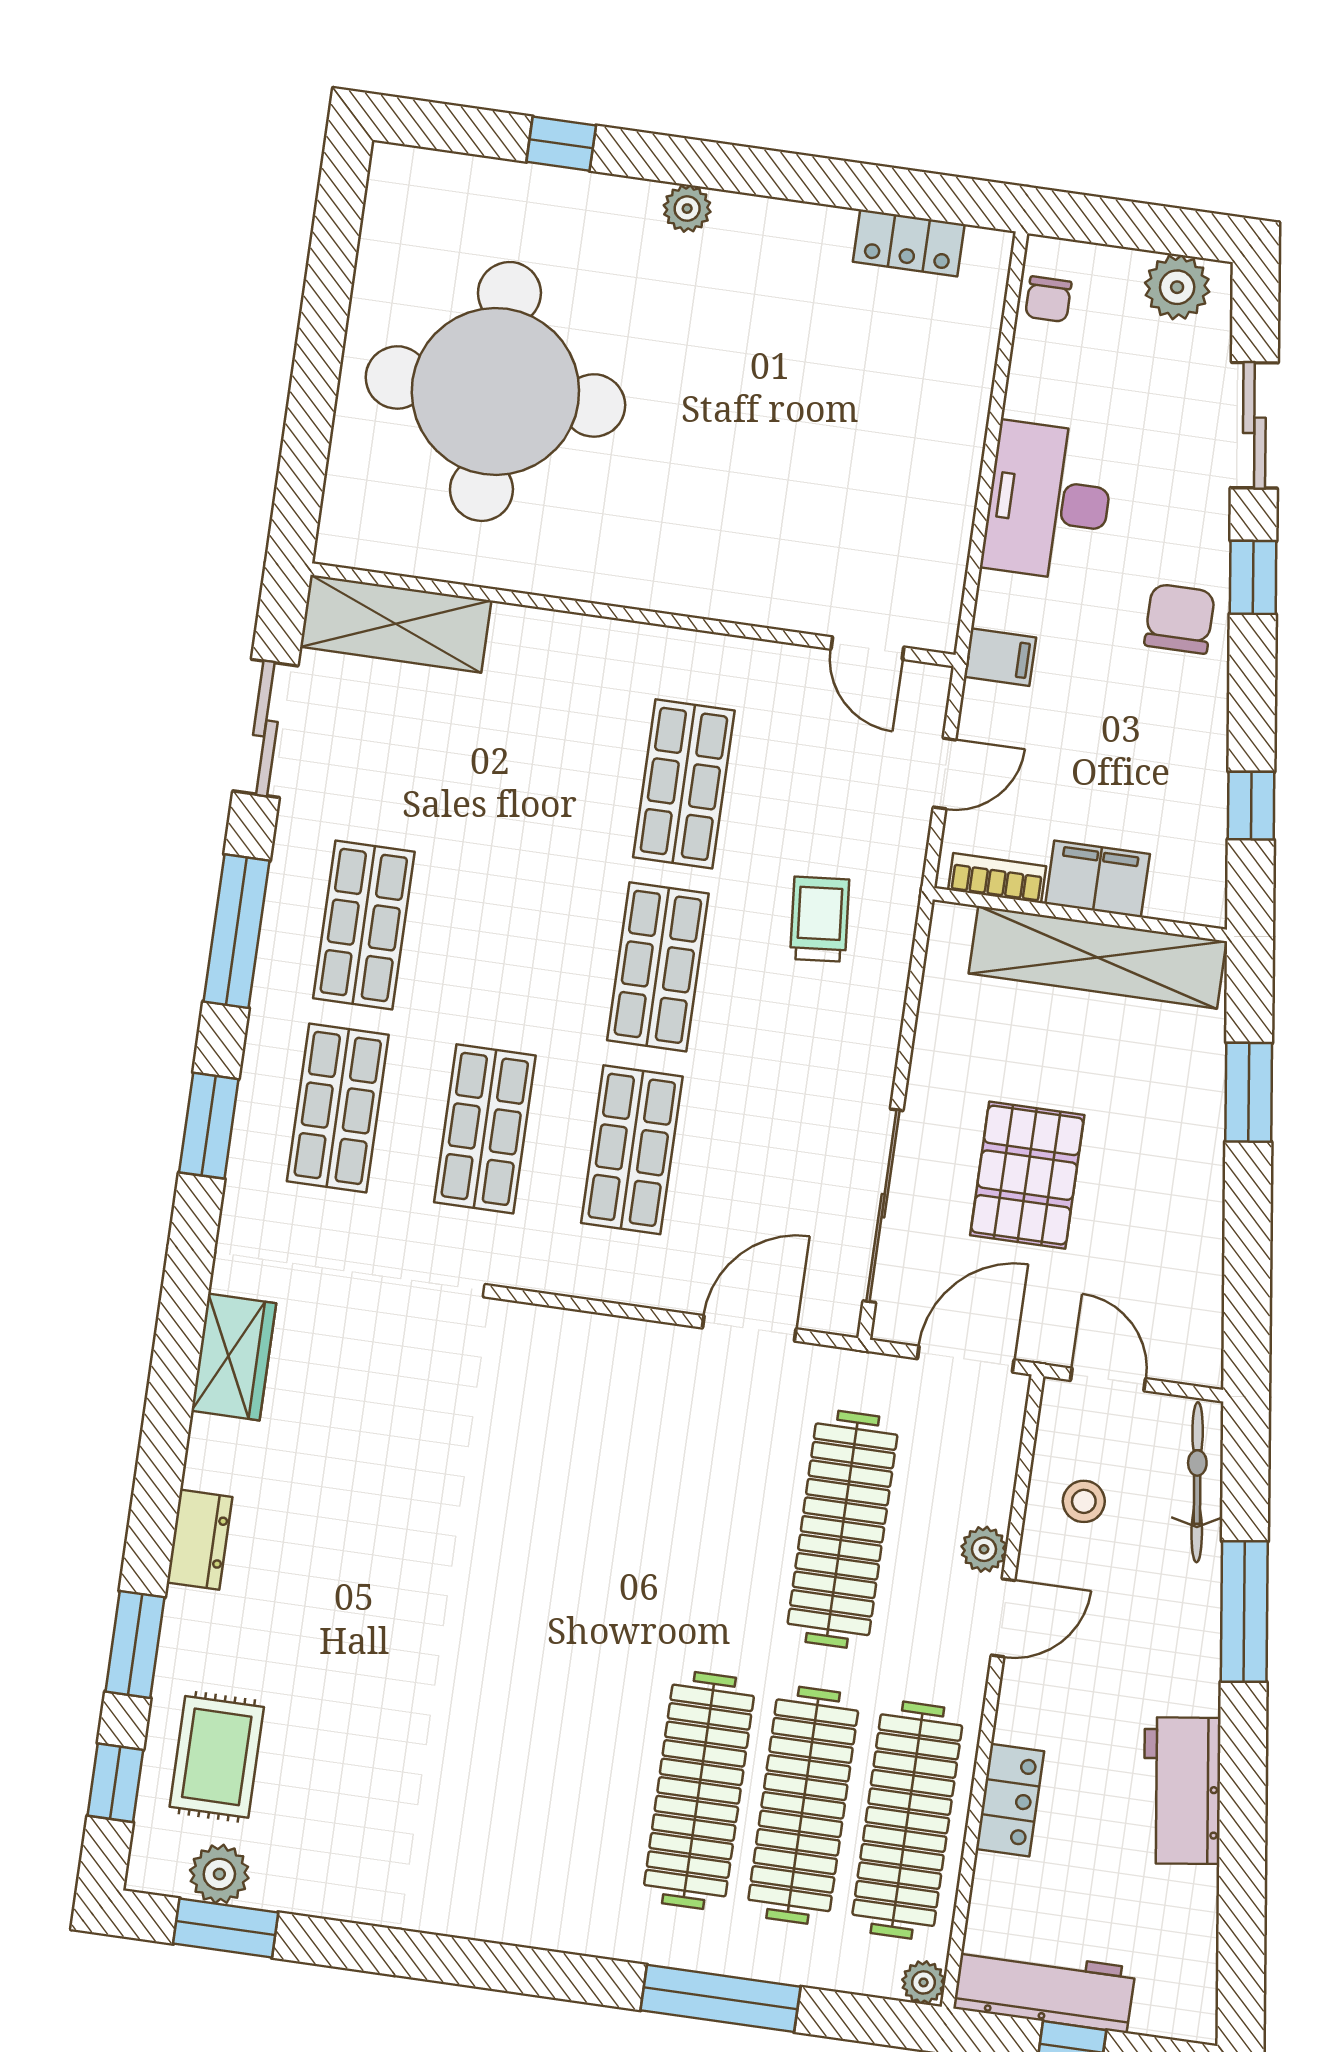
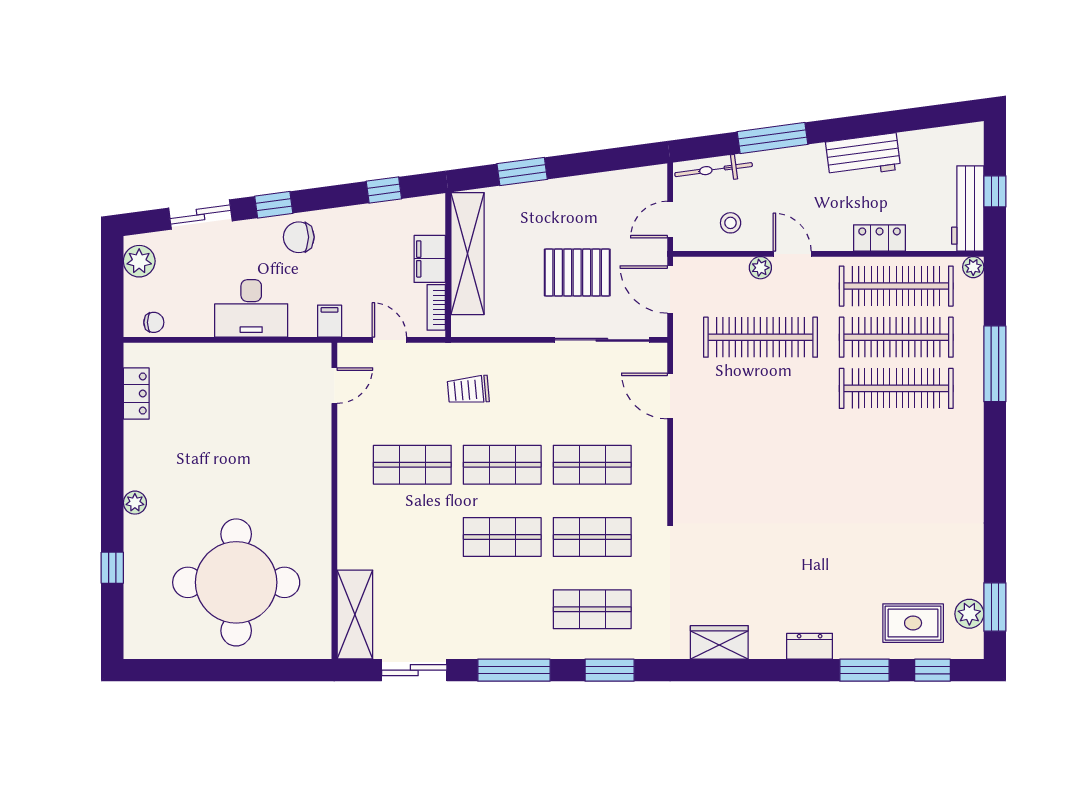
shop shelf: (364, 925) -> (502, 537), moved

